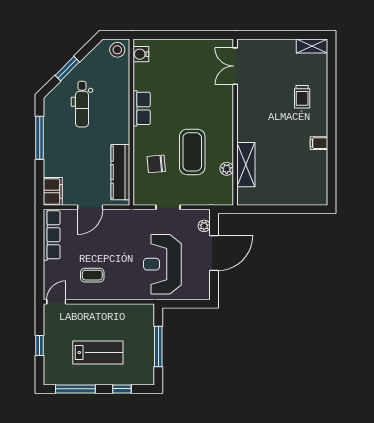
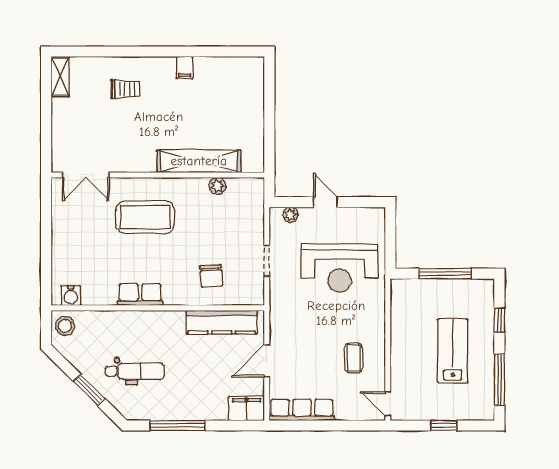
coffee table: (192, 152) -> (145, 217), moved
shelving: (246, 165) -> (199, 161), width x1.47
door: (90, 207) -> (267, 361), swing flipped
door: (214, 253) -> (325, 202), width x0.53

